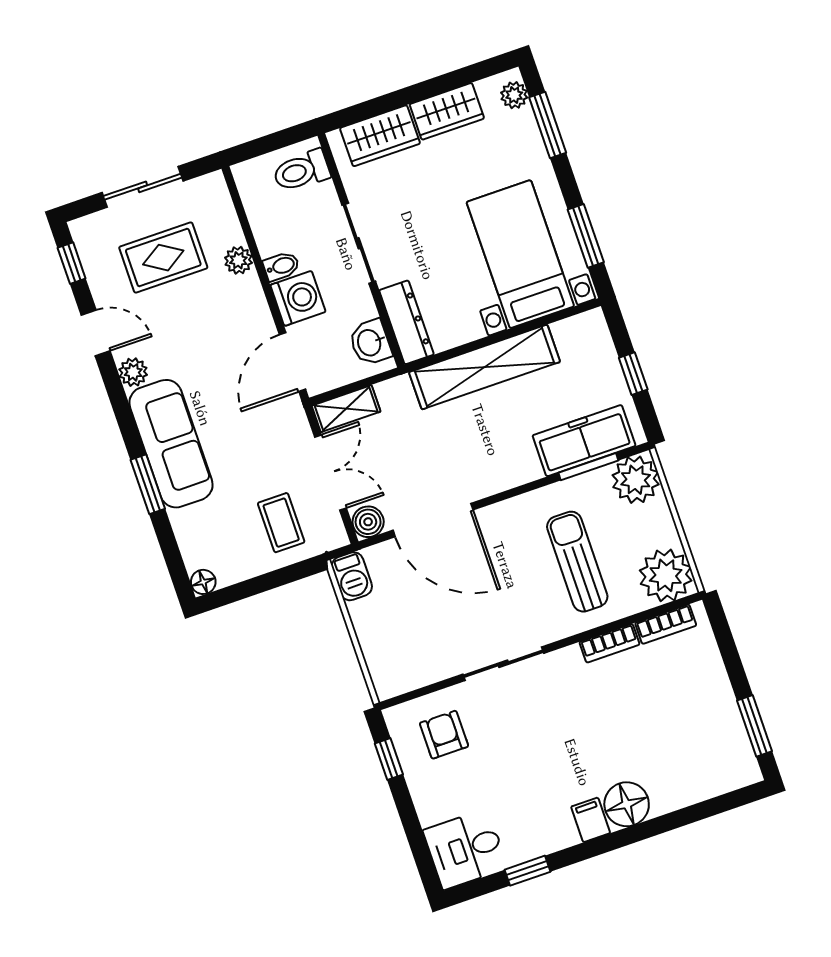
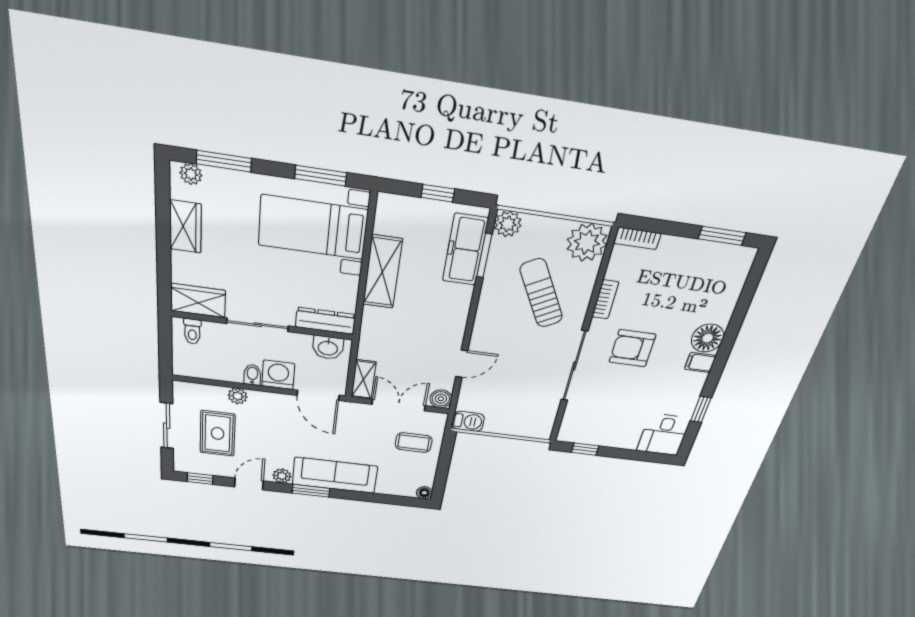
wardrobe: (380, 136) -> (198, 301), moved, turned -90
toilet: (301, 171) -> (192, 331), width x0.73, depth x0.72
shelving: (485, 367) -> (382, 272), width x0.68
plant: (636, 480) -> (508, 224), width x0.73, depth x0.73
window: (148, 484) -> (311, 491), moved
door: (433, 520) -> (462, 364), width x0.53
sun lounger: (577, 562) -> (541, 293), turned 61
bookcase: (666, 624) -> (637, 238), moved, turned 90
sliding door: (503, 664) -> (574, 366), width x1.37
armchair: (444, 735) -> (632, 348), moved, width x1.38, depth x1.38

